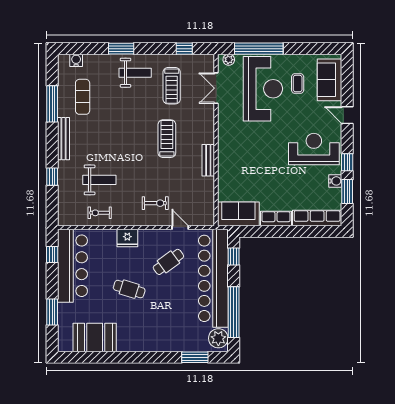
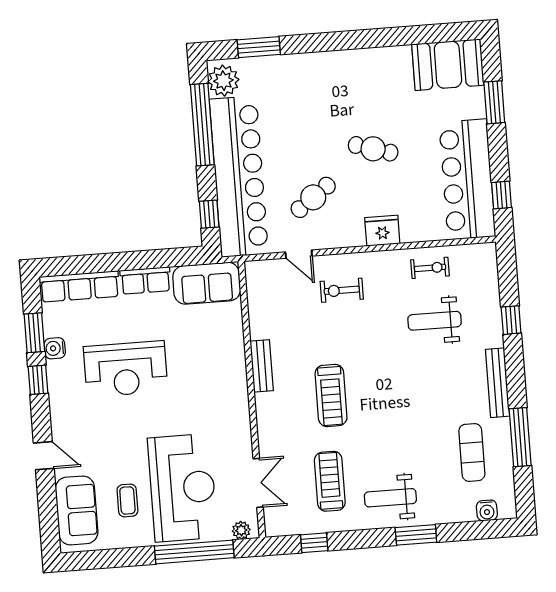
reception desk: (263, 89) -> (183, 488), turned 180
reception desk: (314, 149) -> (126, 369), moved
booth: (95, 337) -> (448, 65), moved

